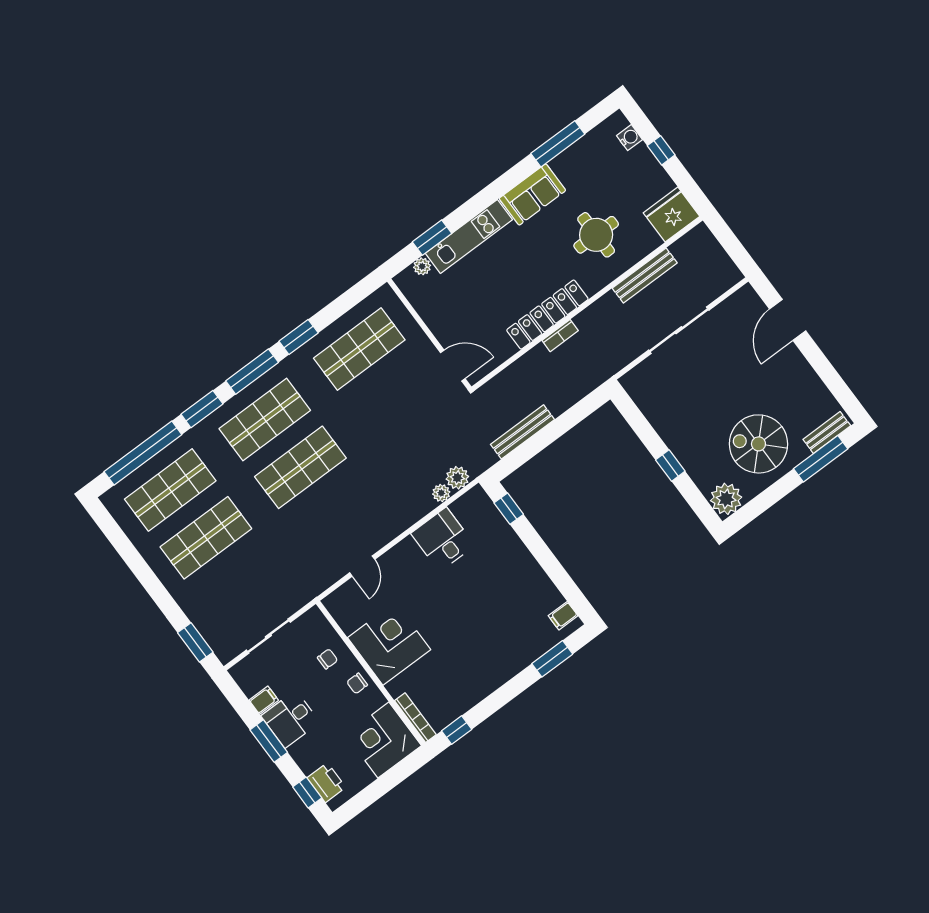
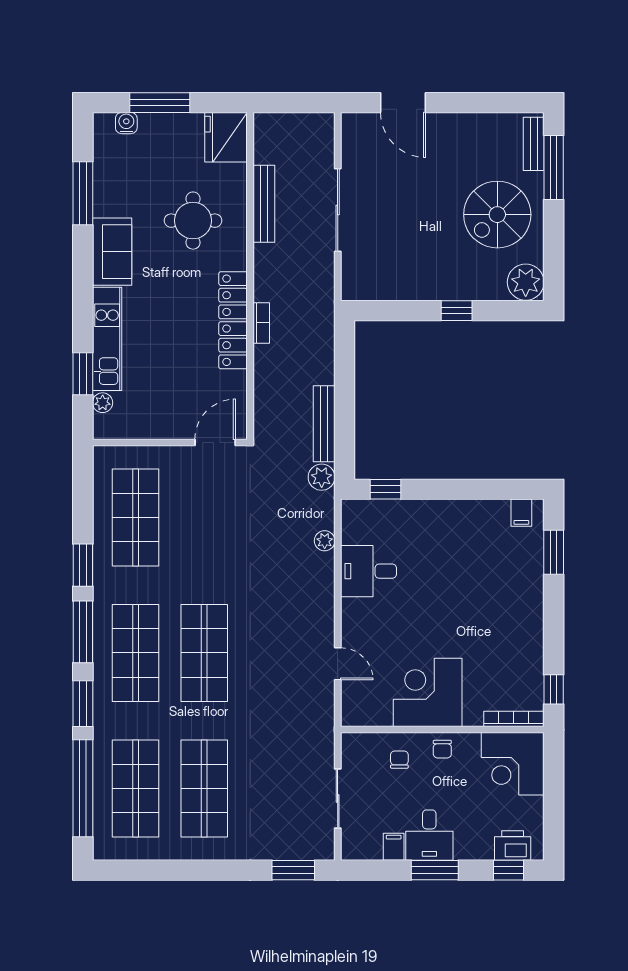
window: (661, 150) -> (160, 103), width x2.17
plant: (457, 478) -> (322, 477), moved

